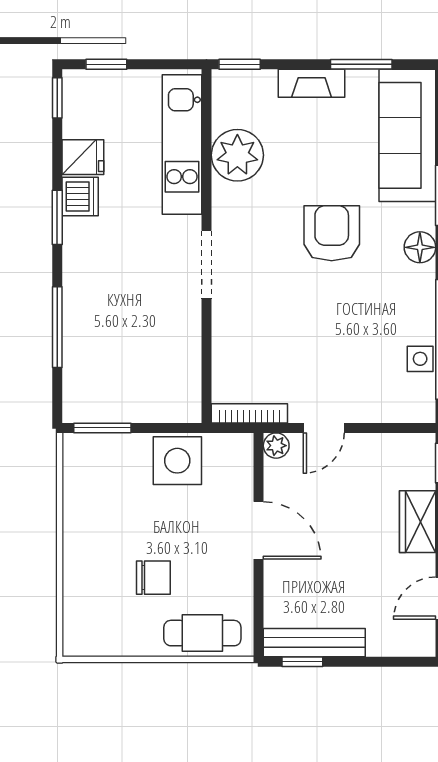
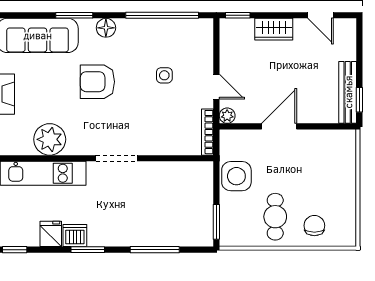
side table: (420, 359) -> (164, 75), moved
chair: (153, 578) -> (314, 226), moved
cafe table: (202, 633) -> (275, 217), moved

